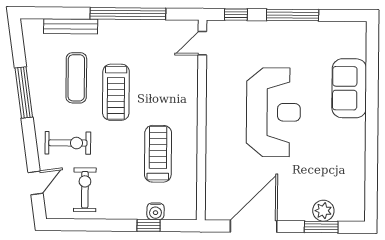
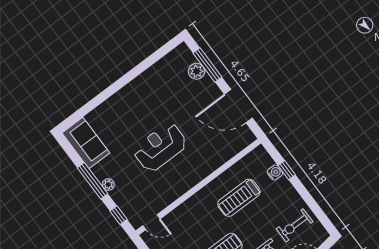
plant: (276, 28) -> (108, 185), added
sofa: (349, 88) -> (86, 143), moved, turned -90
reception desk: (273, 112) -> (160, 147), width x0.74, depth x0.77
window: (321, 227) -> (207, 65), width x1.44

